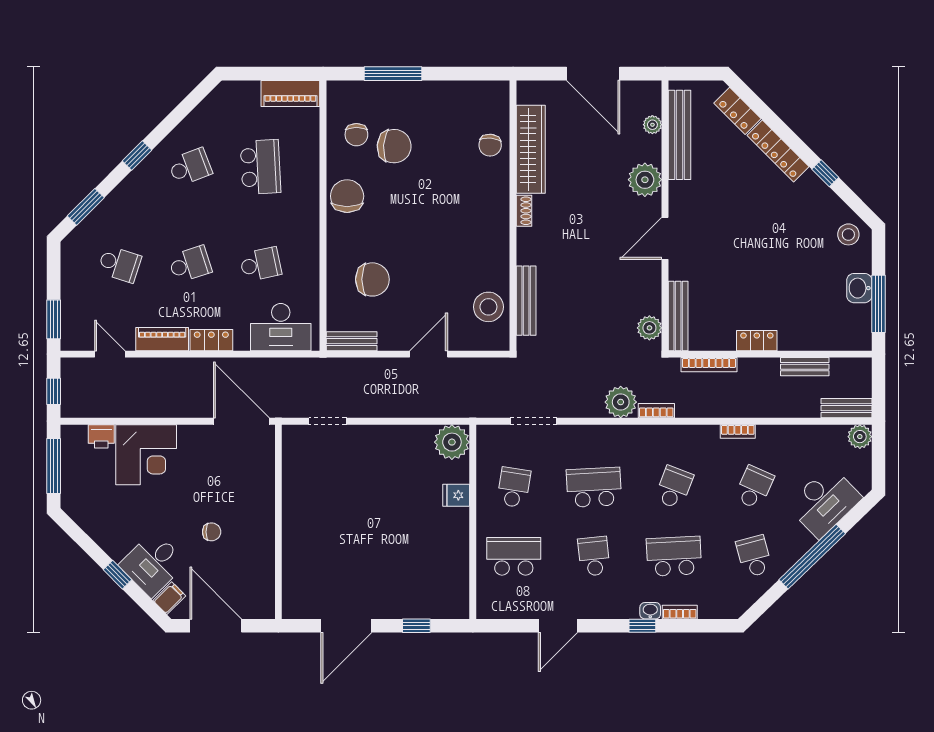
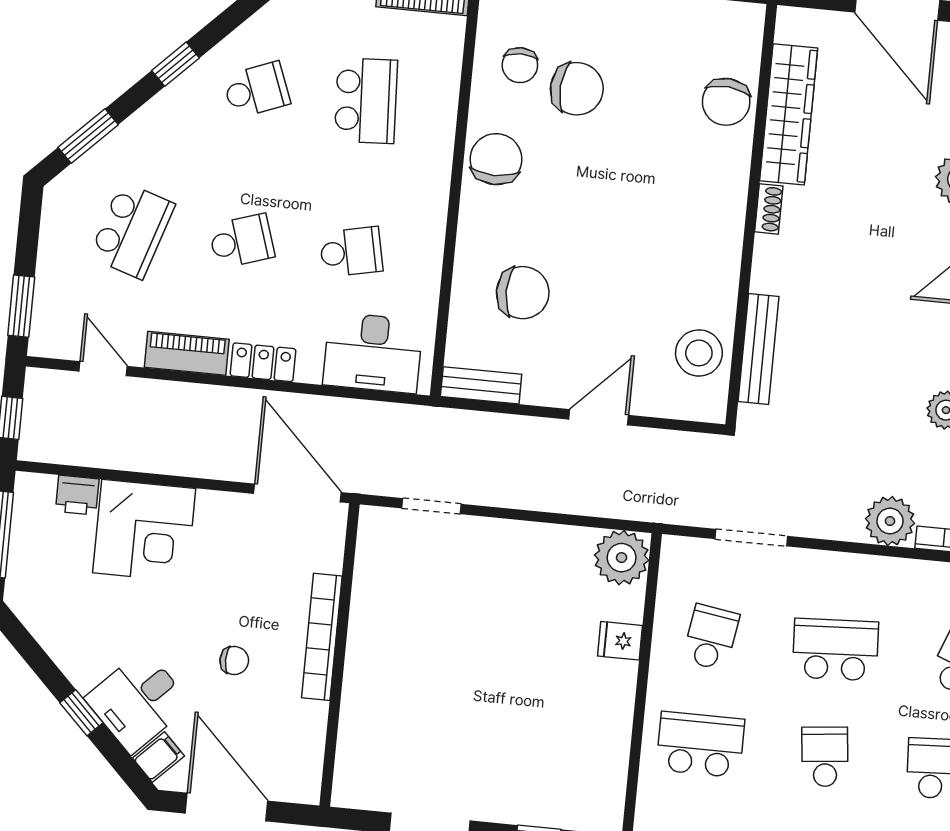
chair: (490, 145) -> (726, 102), width x1.37, depth x1.37
school desk: (120, 264) -> (132, 230), width x1.85
bookcase: (266, 511) -> (322, 637), added

